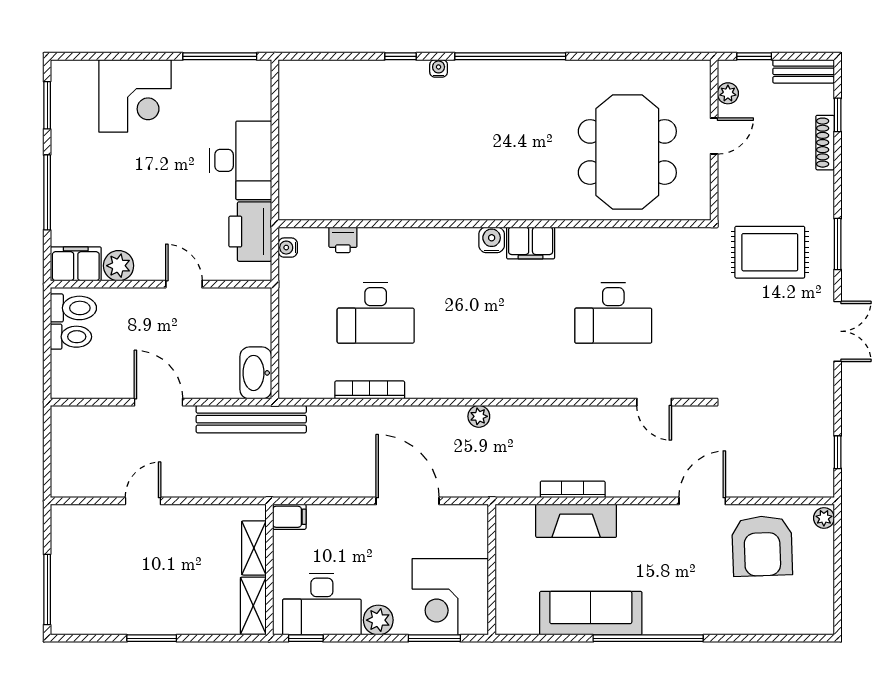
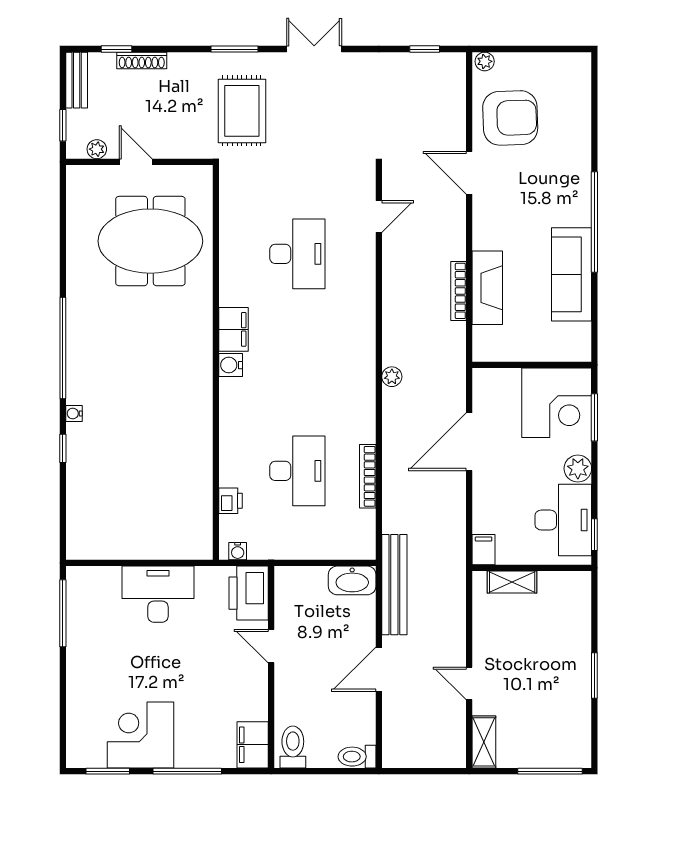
corner desk: (135, 96) -> (141, 735), moved, turned -90
printer: (250, 232) -> (249, 593), moved, turned 90
plant: (119, 266) -> (254, 706), removed
door: (184, 284) -> (271, 646), hinge flipped
toilet: (71, 337) -> (357, 757), moved, turned -90
shelving: (253, 606) -> (484, 742), moved, turned 90

